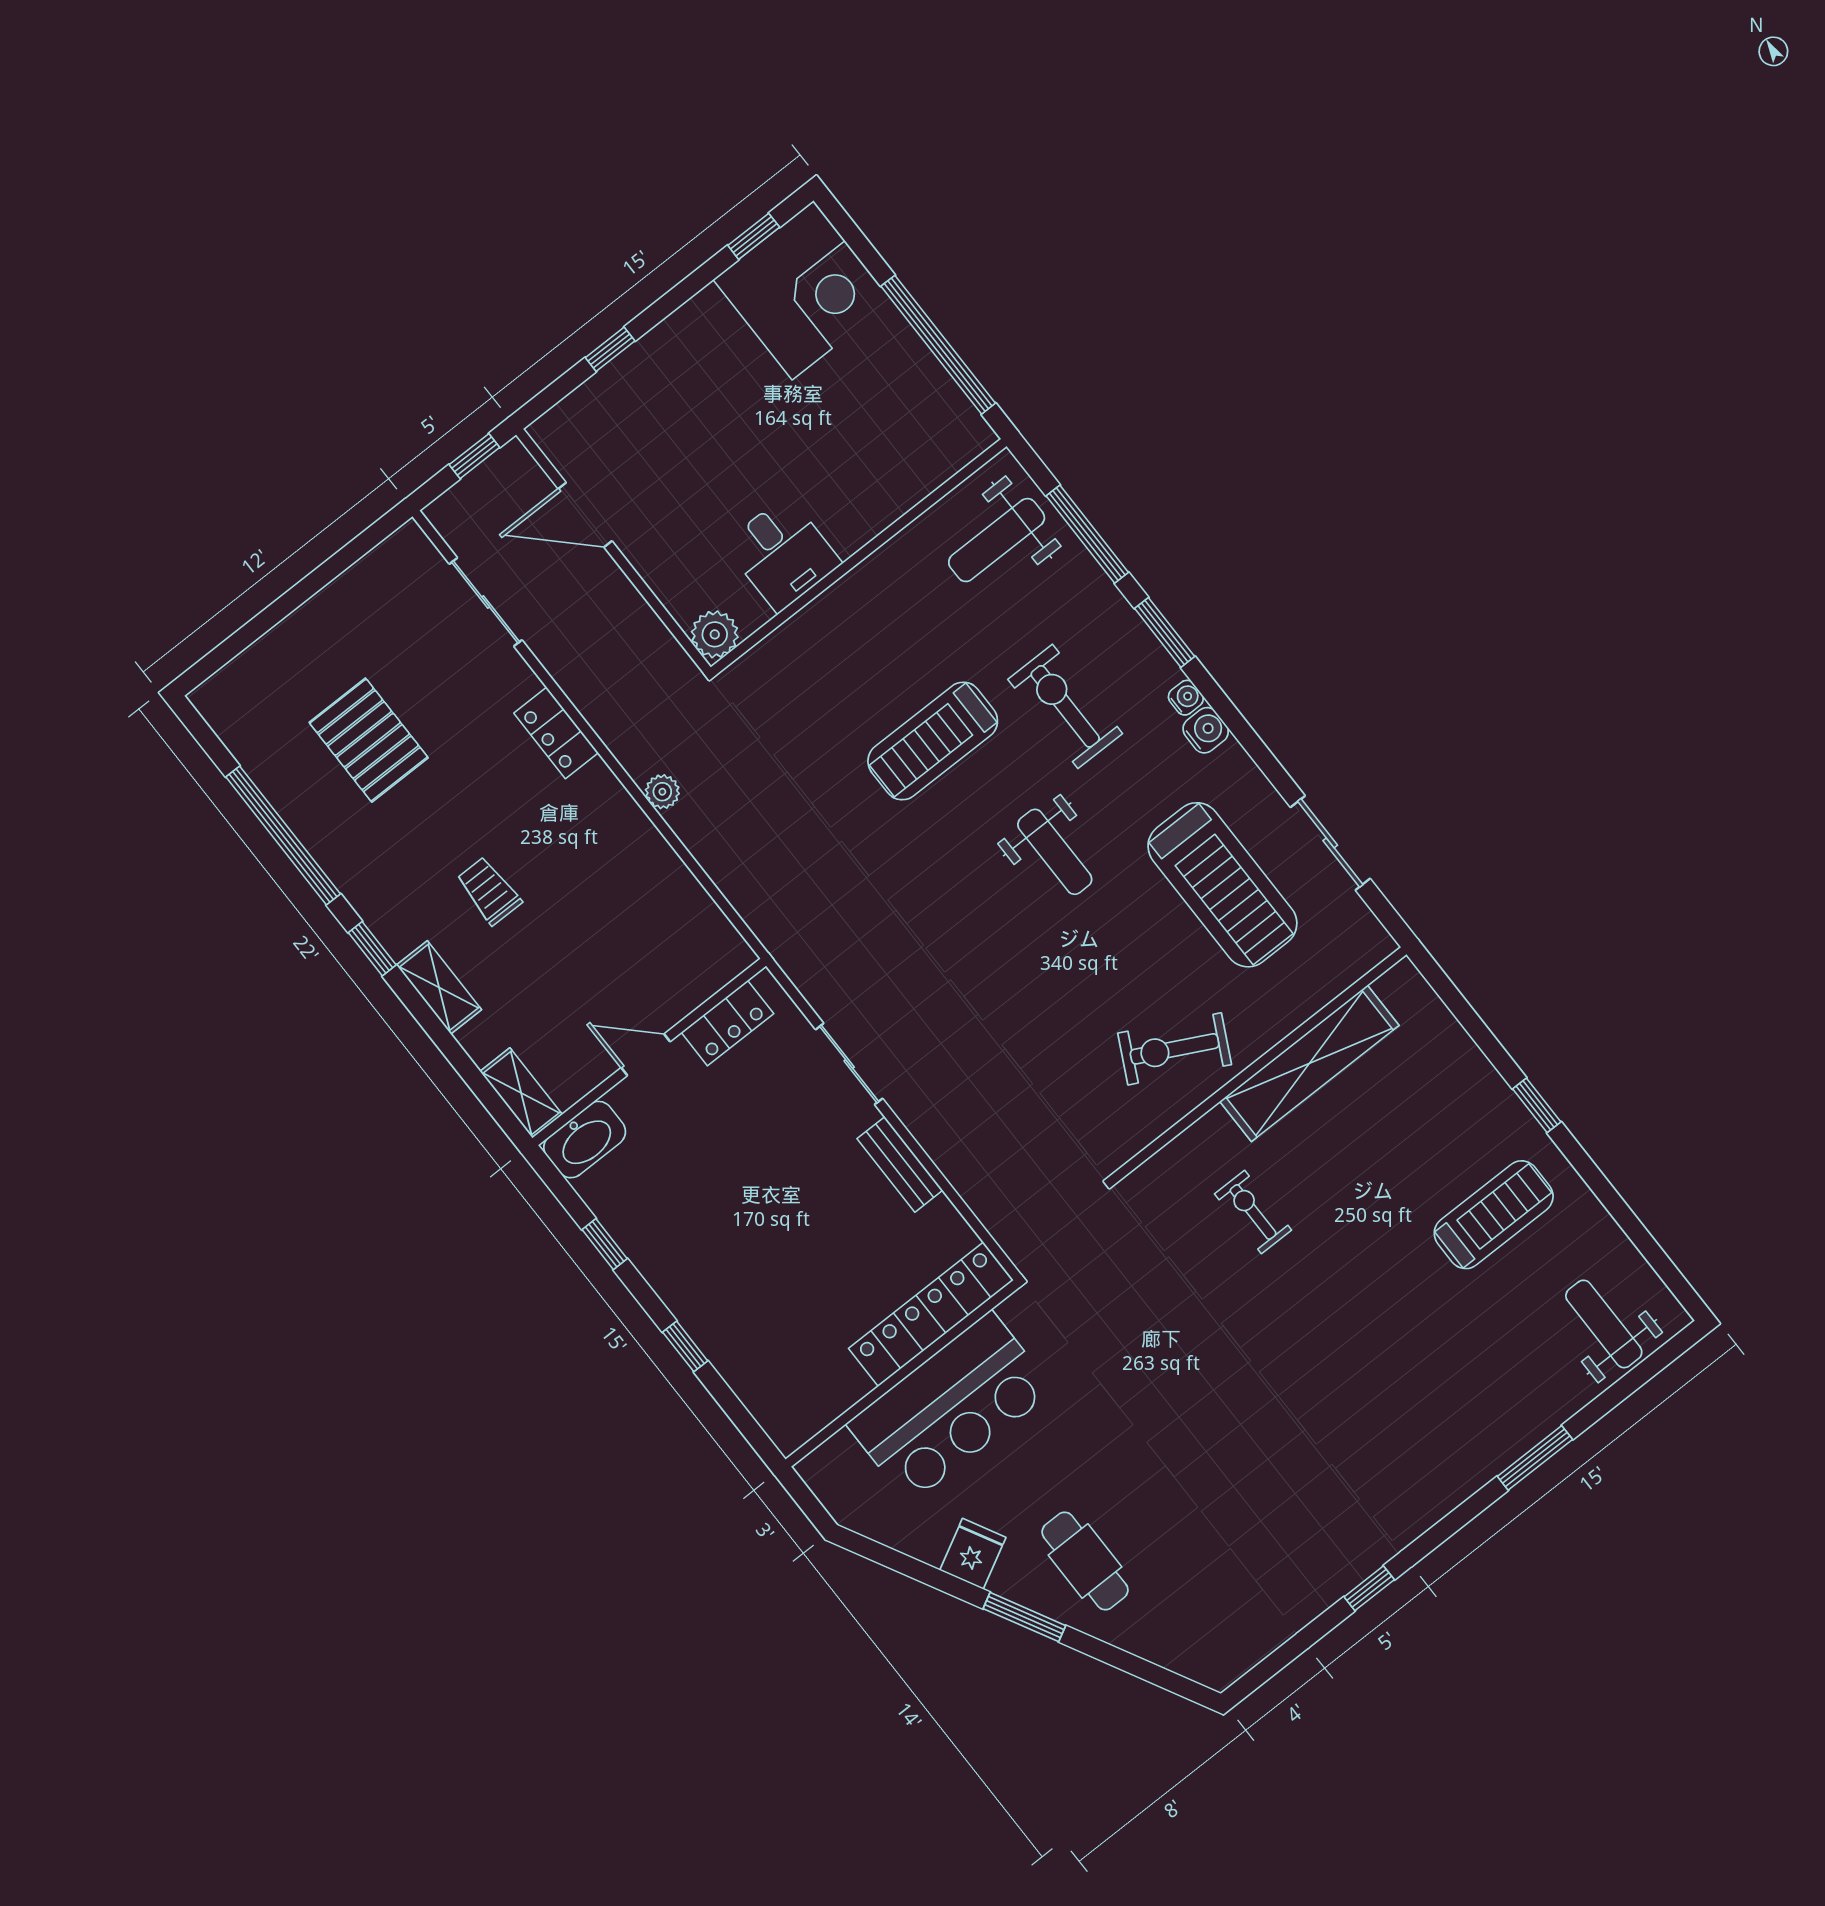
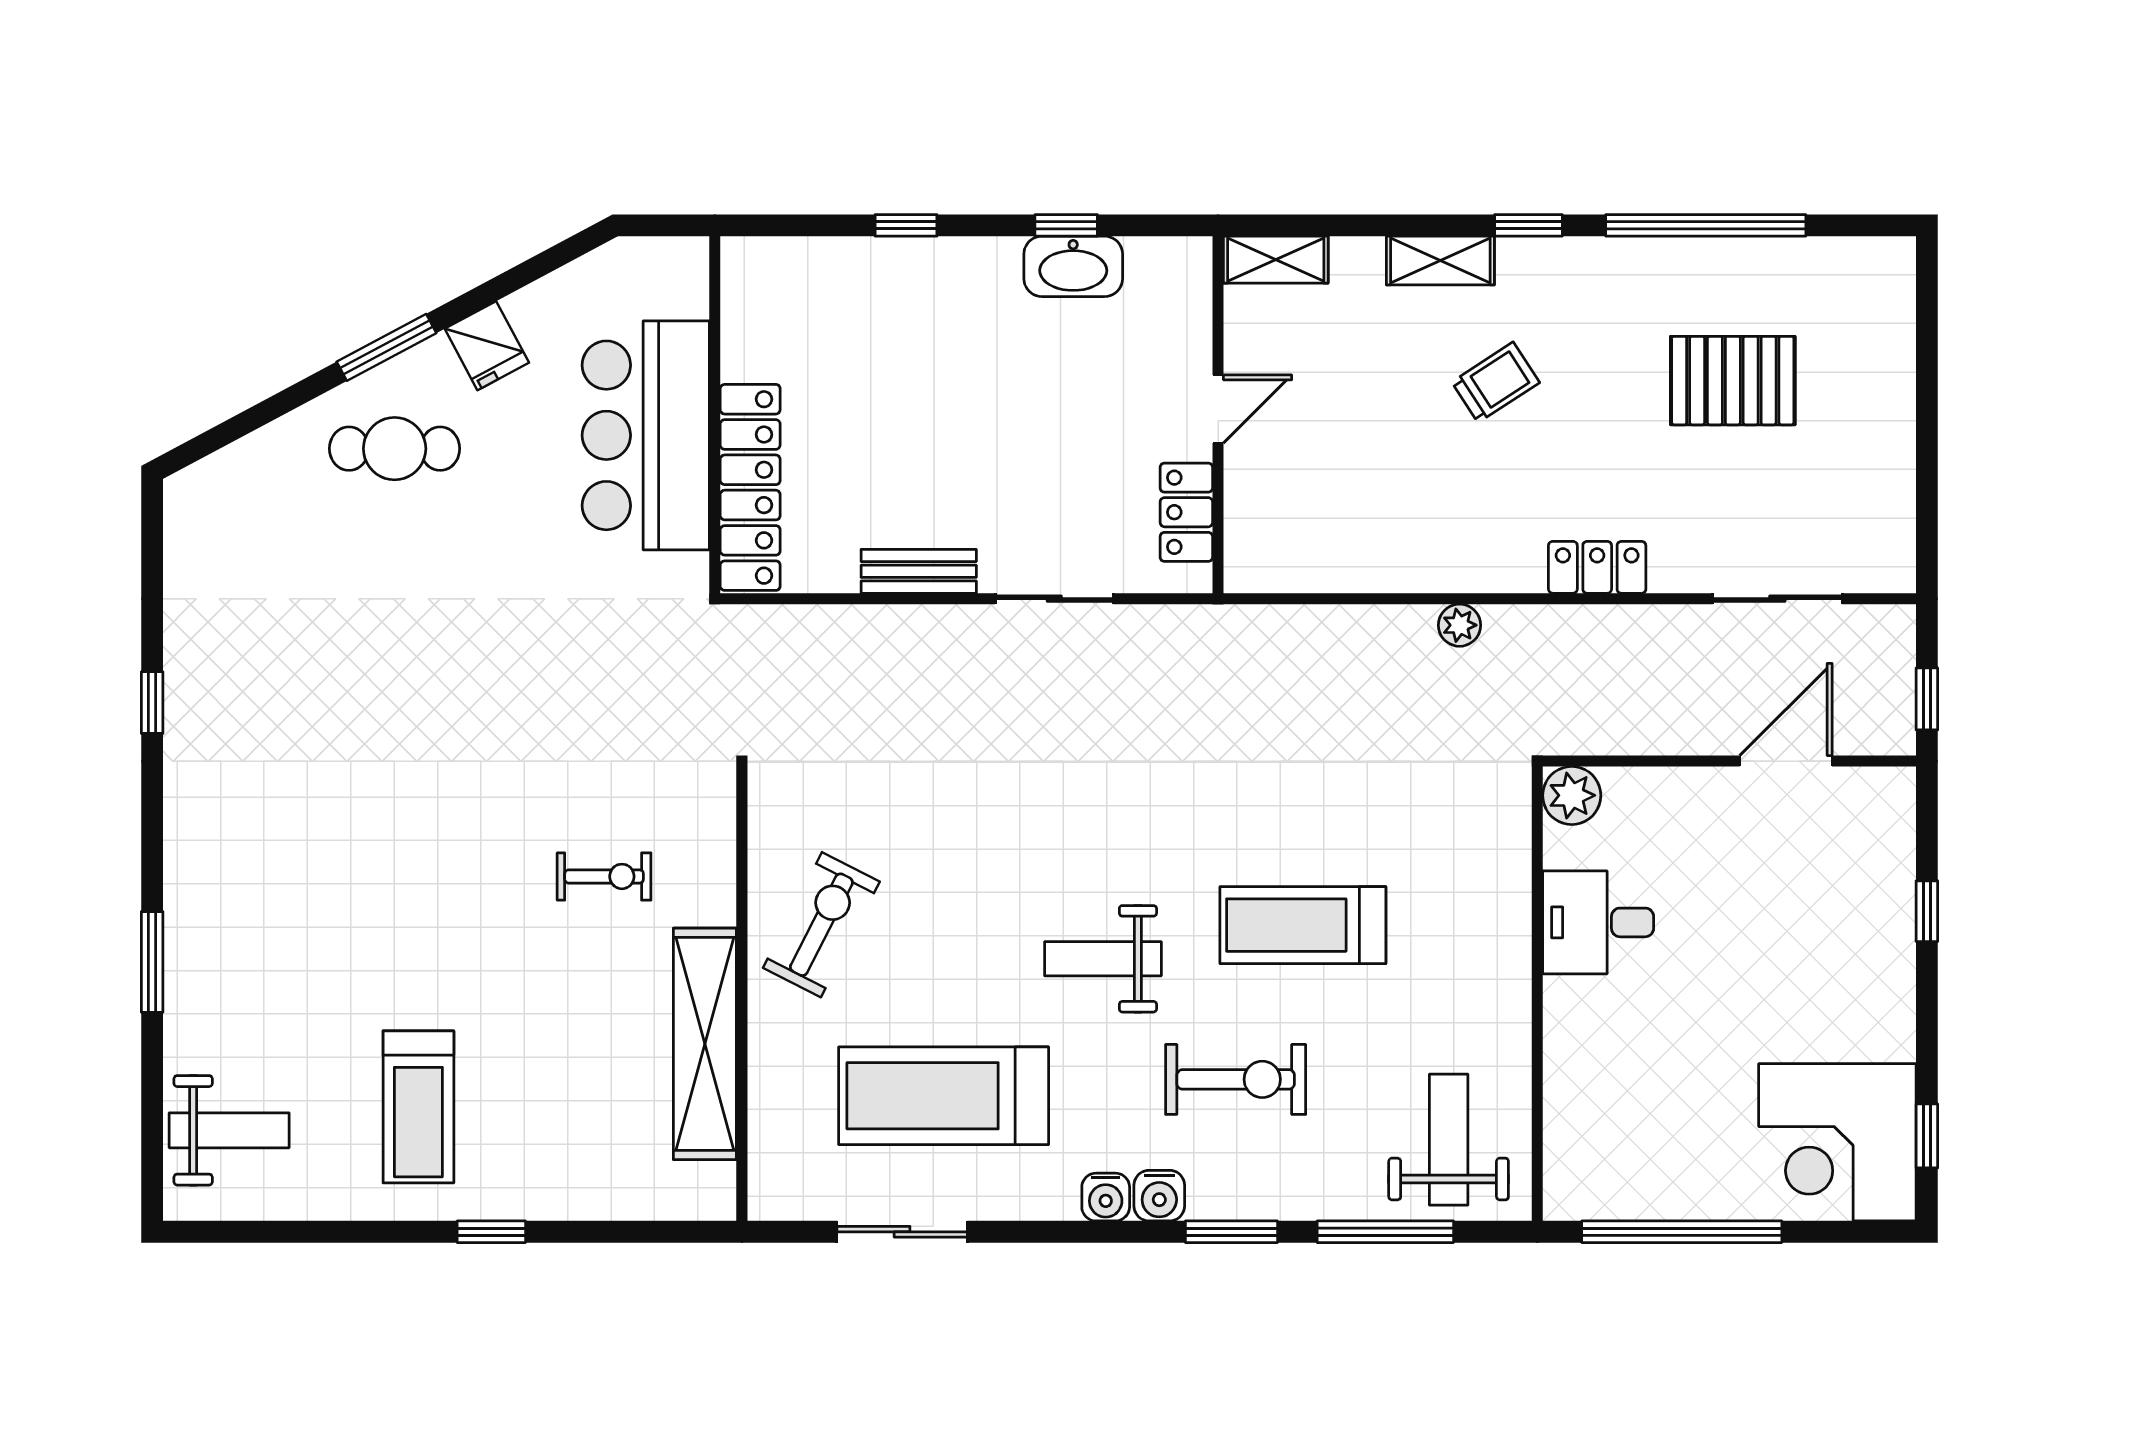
water cooler: (1186, 698) -> (1159, 1196), width x1.38, depth x1.38
treadmill: (933, 741) -> (1303, 925), turned -90
trolley: (489, 891) -> (1496, 382), turned -33
washbasin: (585, 1140) -> (1073, 266), moved, turned -90

